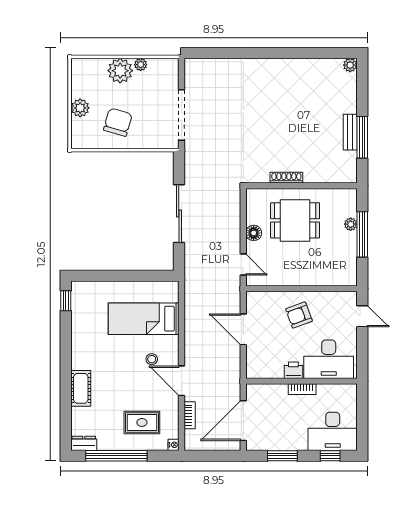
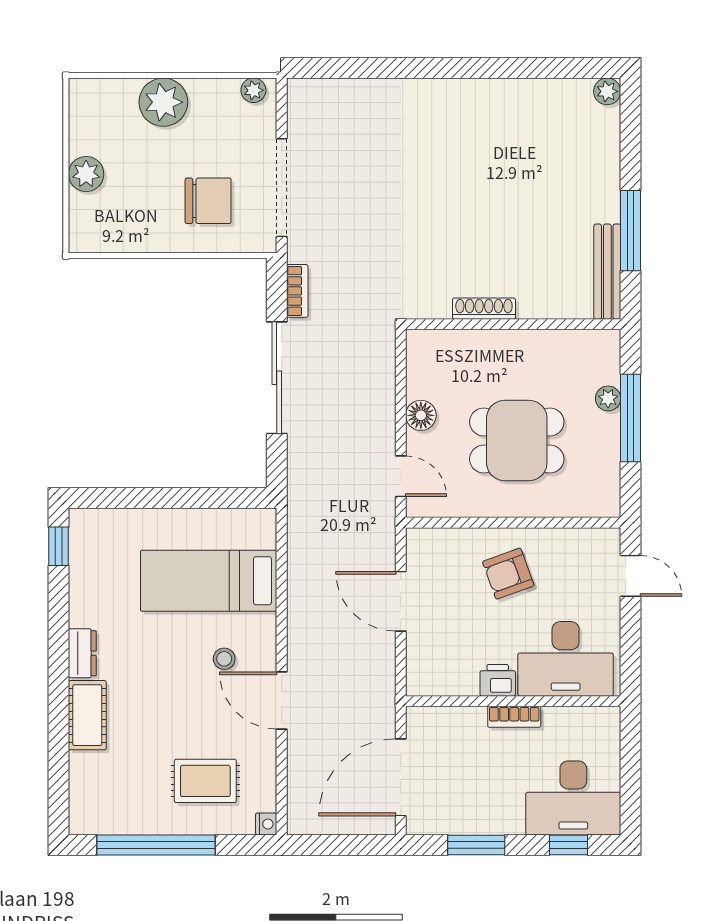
plant: (141, 65) -> (253, 90), moved
chair: (118, 122) -> (208, 201), moved, turned 74
bench: (350, 132) -> (607, 272), moved, width x1.36
dining table: (295, 220) -> (517, 440), moved
bookcase: (190, 415) -> (297, 291), moved
dresser: (84, 443) -> (82, 653), moved, turned 90

